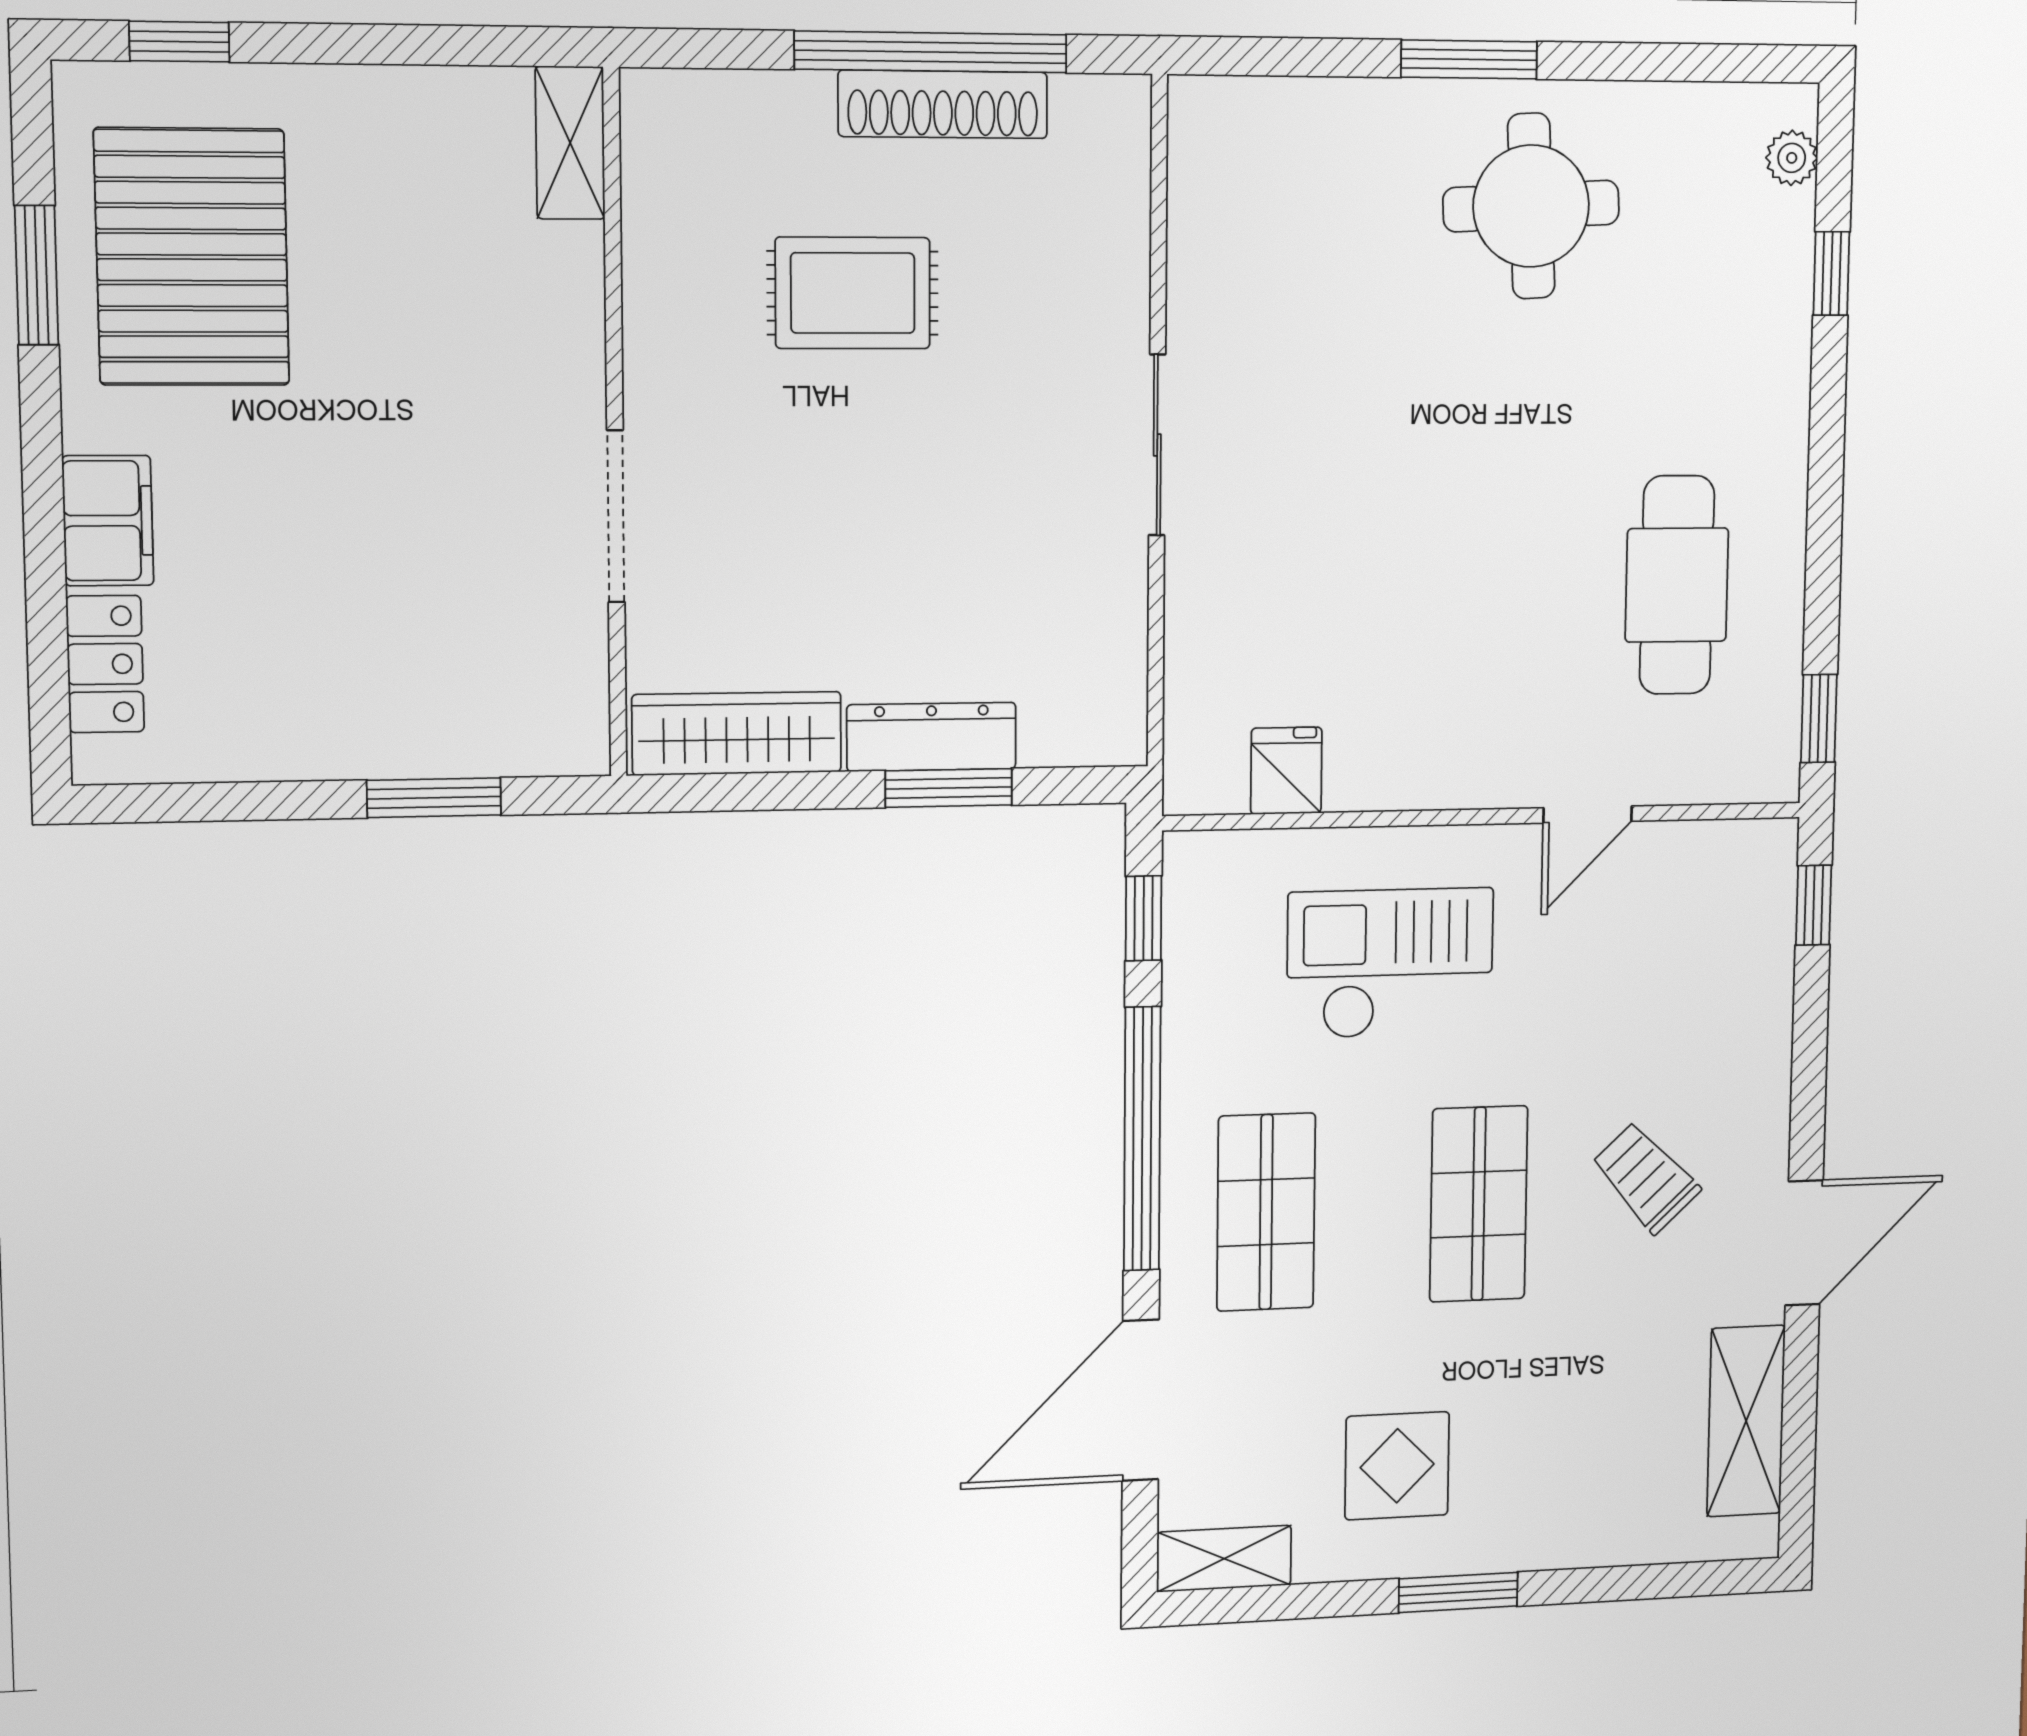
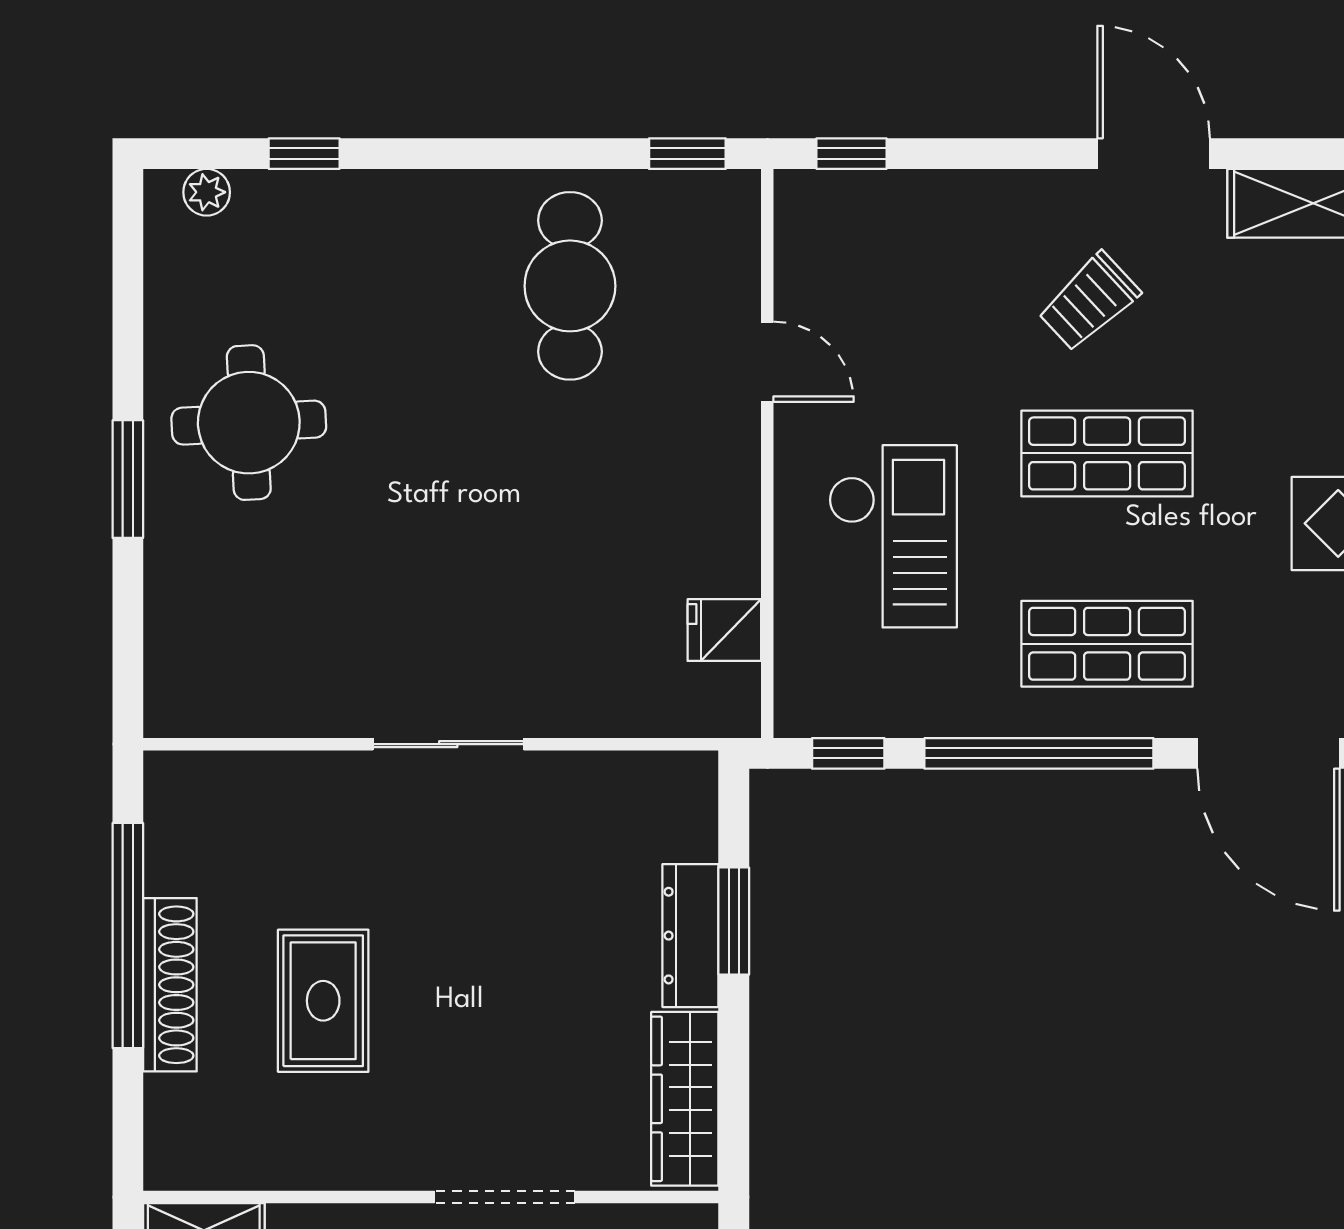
shoe rack: (943, 104) -> (170, 985), moved
cafe table: (1677, 585) -> (570, 286), turned 90
checkout: (1390, 963) -> (893, 536), turned 180

